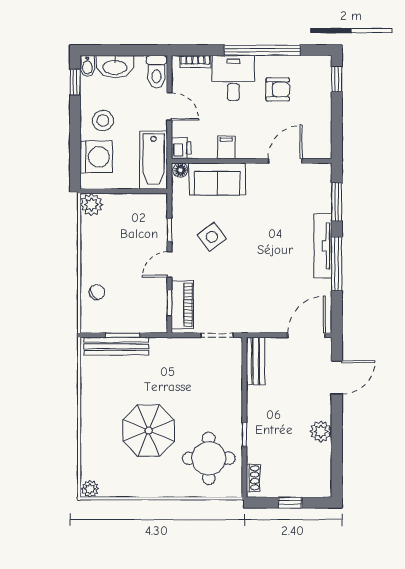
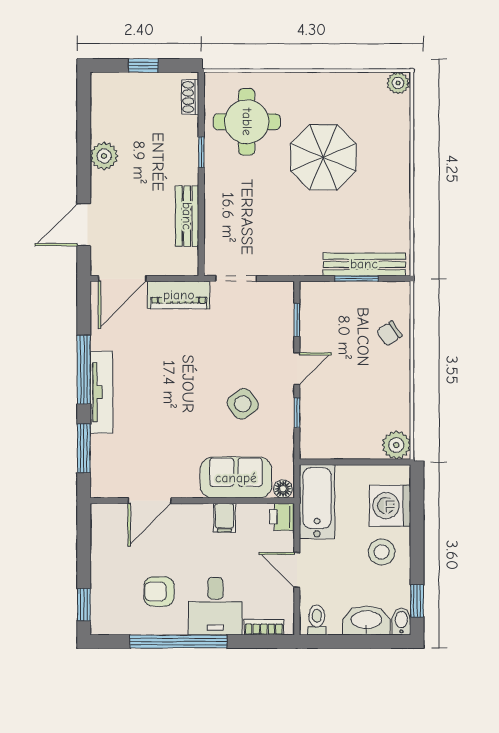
toilet: (156, 72) -> (317, 620), width x0.73, depth x0.72
piano: (182, 305) -> (179, 295), moved, turned -90
bench: (256, 361) -> (187, 216), moved

